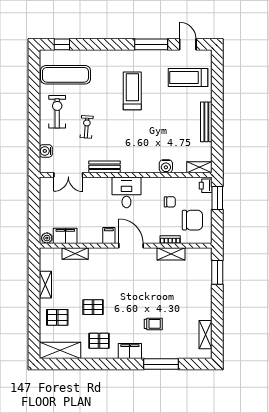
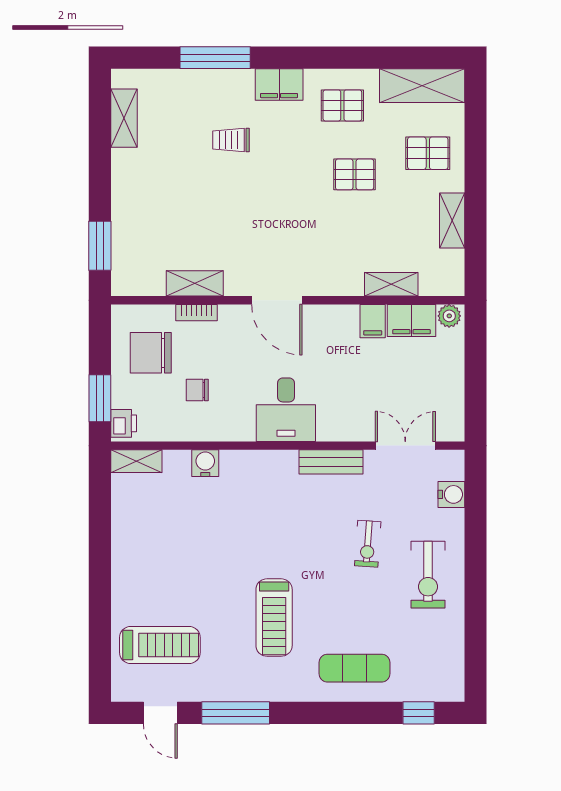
exercise mat: (65, 75) -> (354, 668), moved, width x0.73, depth x0.69
bench: (206, 122) -> (122, 554), removed
filing cabinet: (109, 236) -> (373, 321), moved

